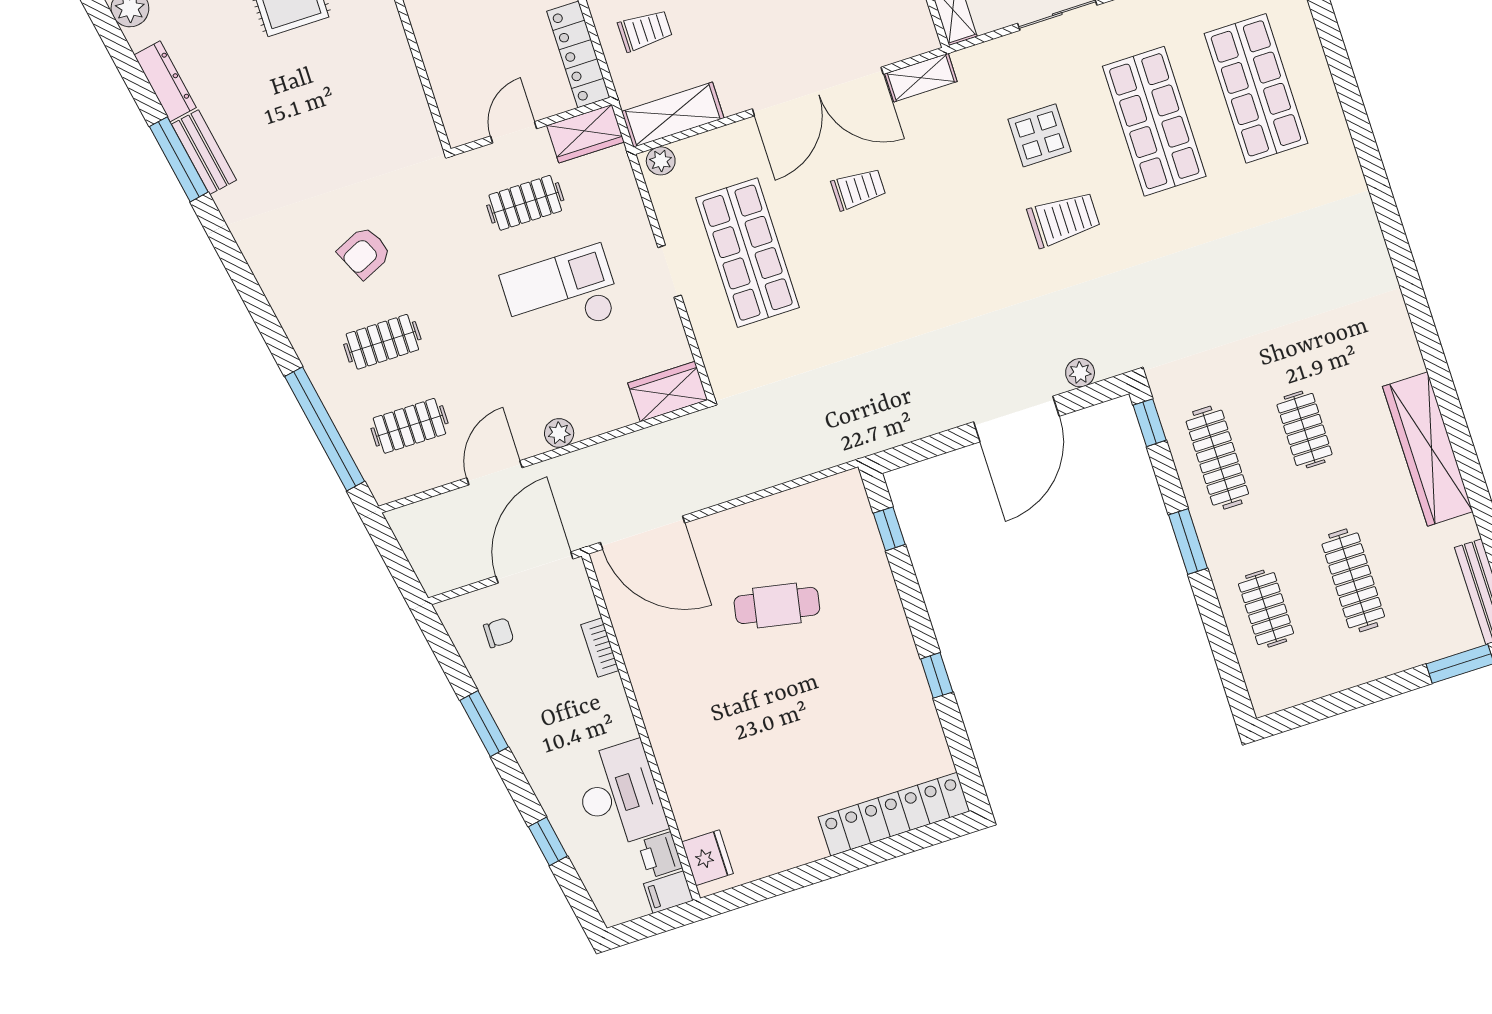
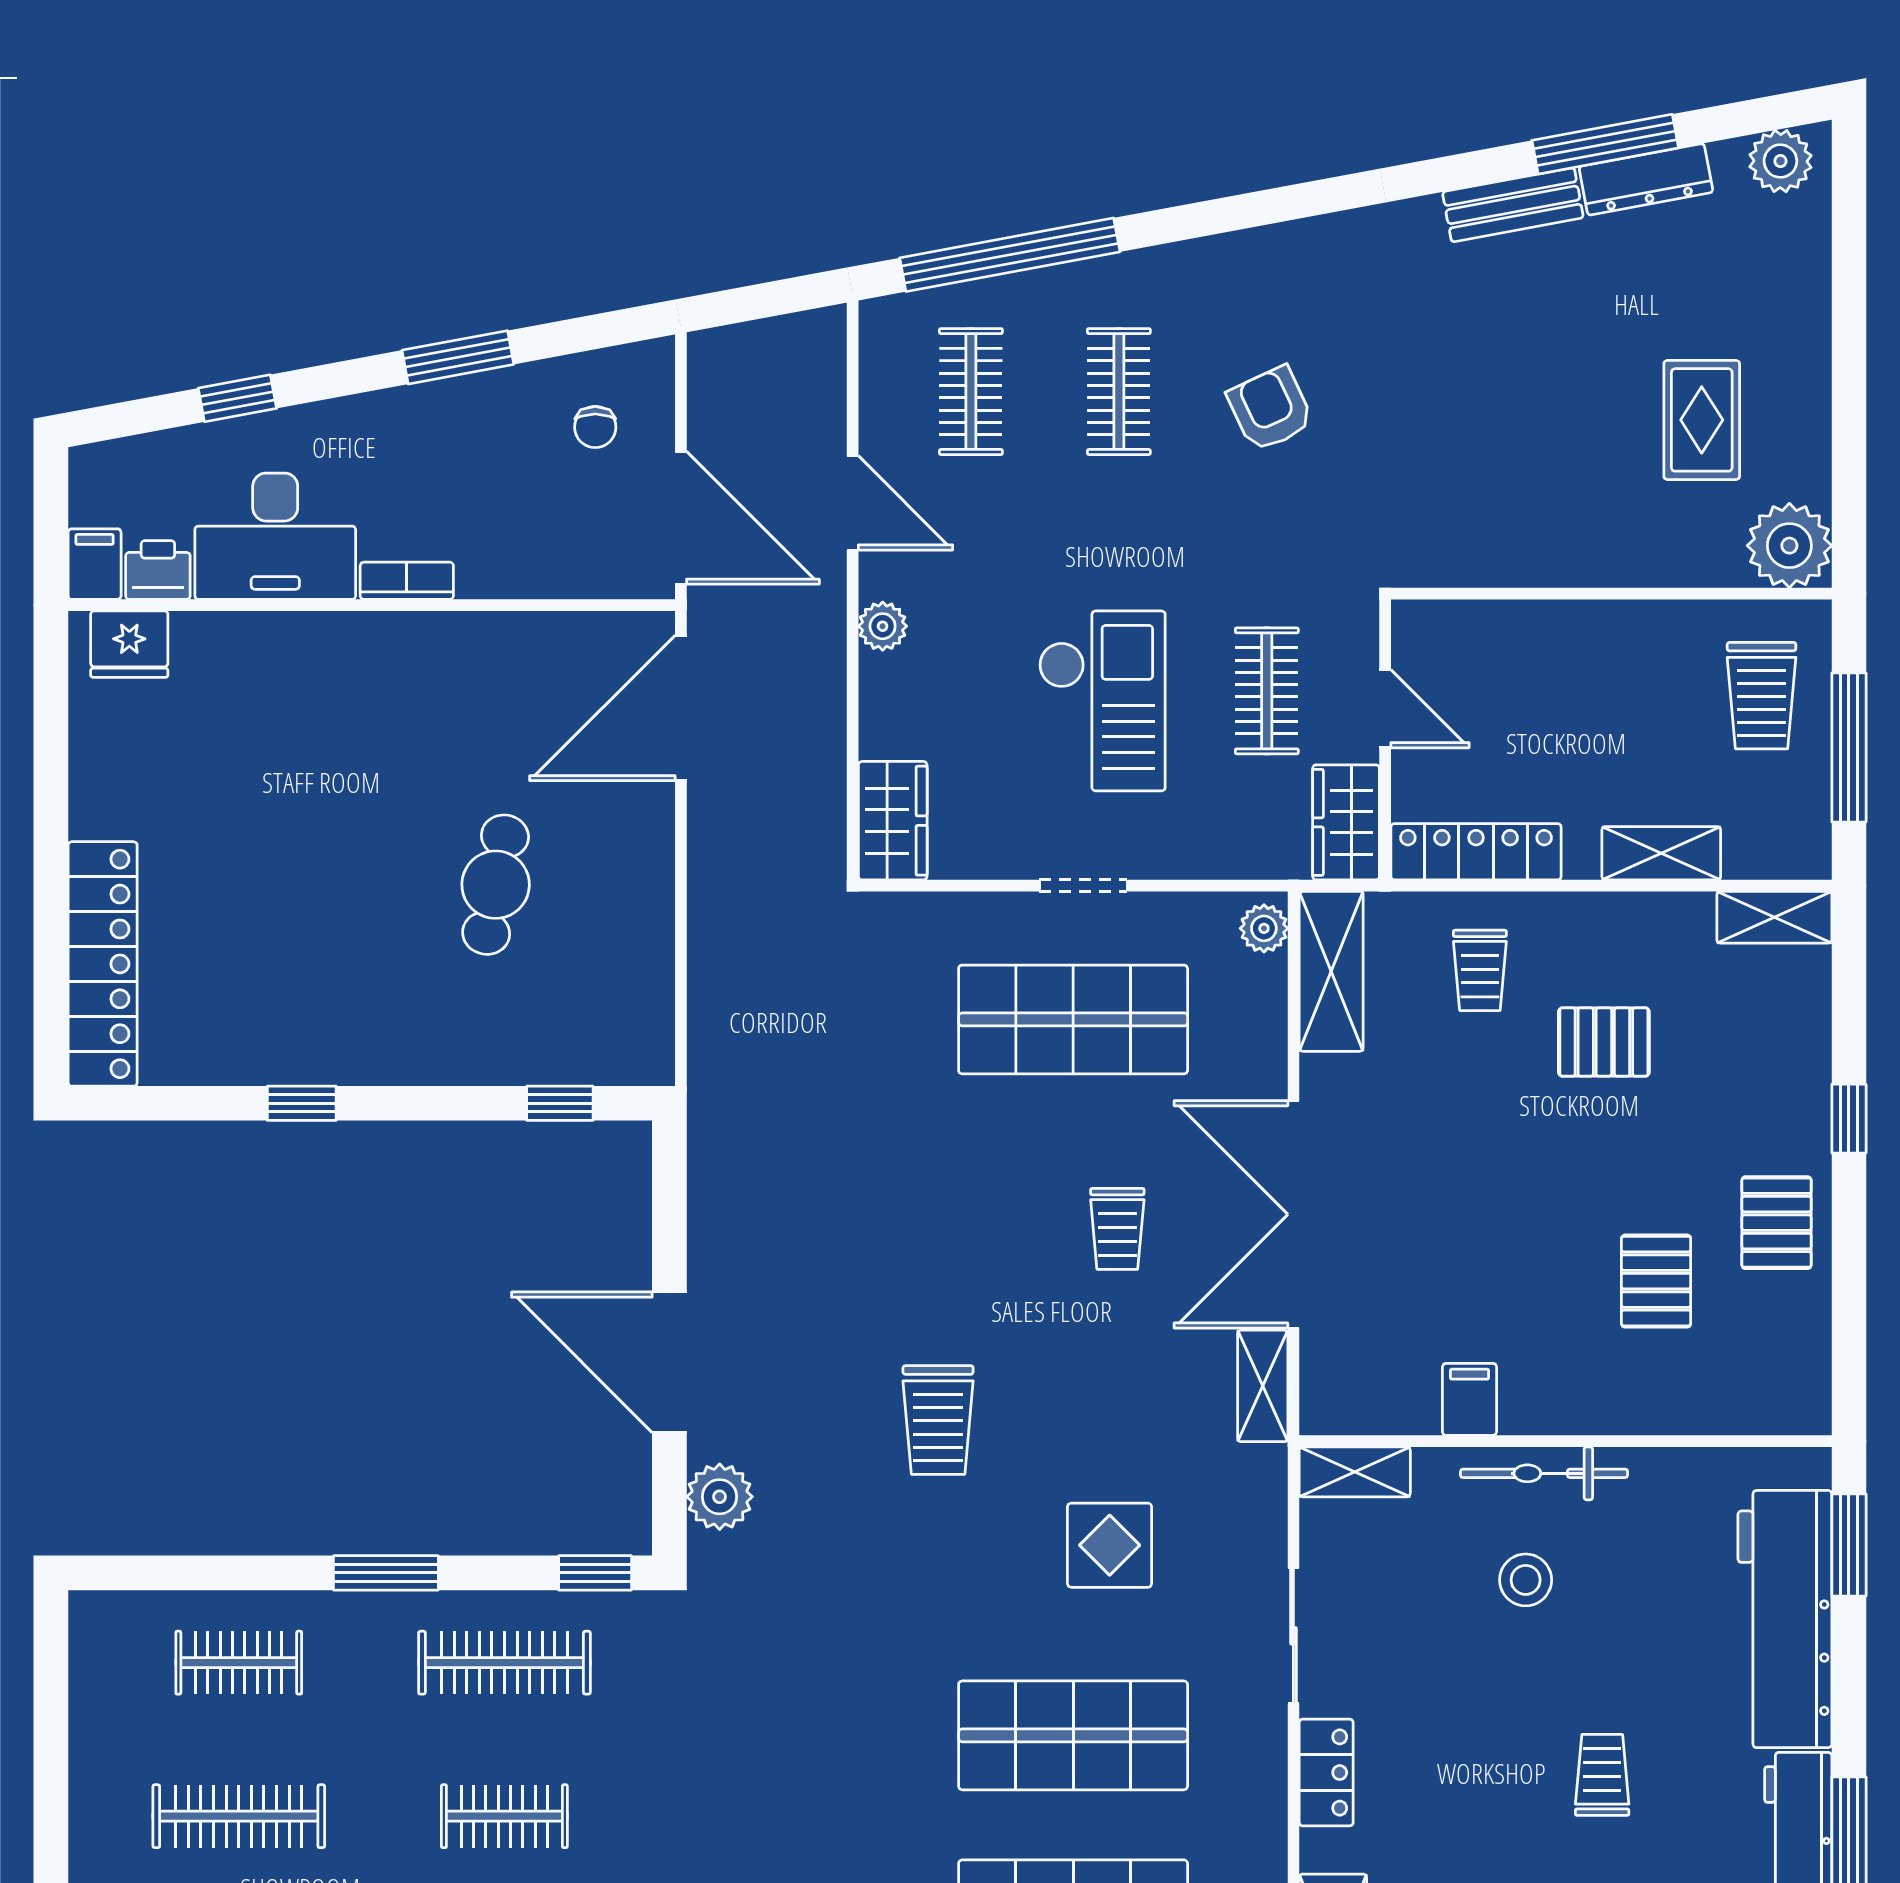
window: (179, 159) -> (1605, 144), moved
trolley: (1064, 219) -> (938, 1420), moved
plant: (1080, 373) -> (720, 1497), width x1.38, depth x1.38
bookcase: (600, 648) -> (407, 581), moved

